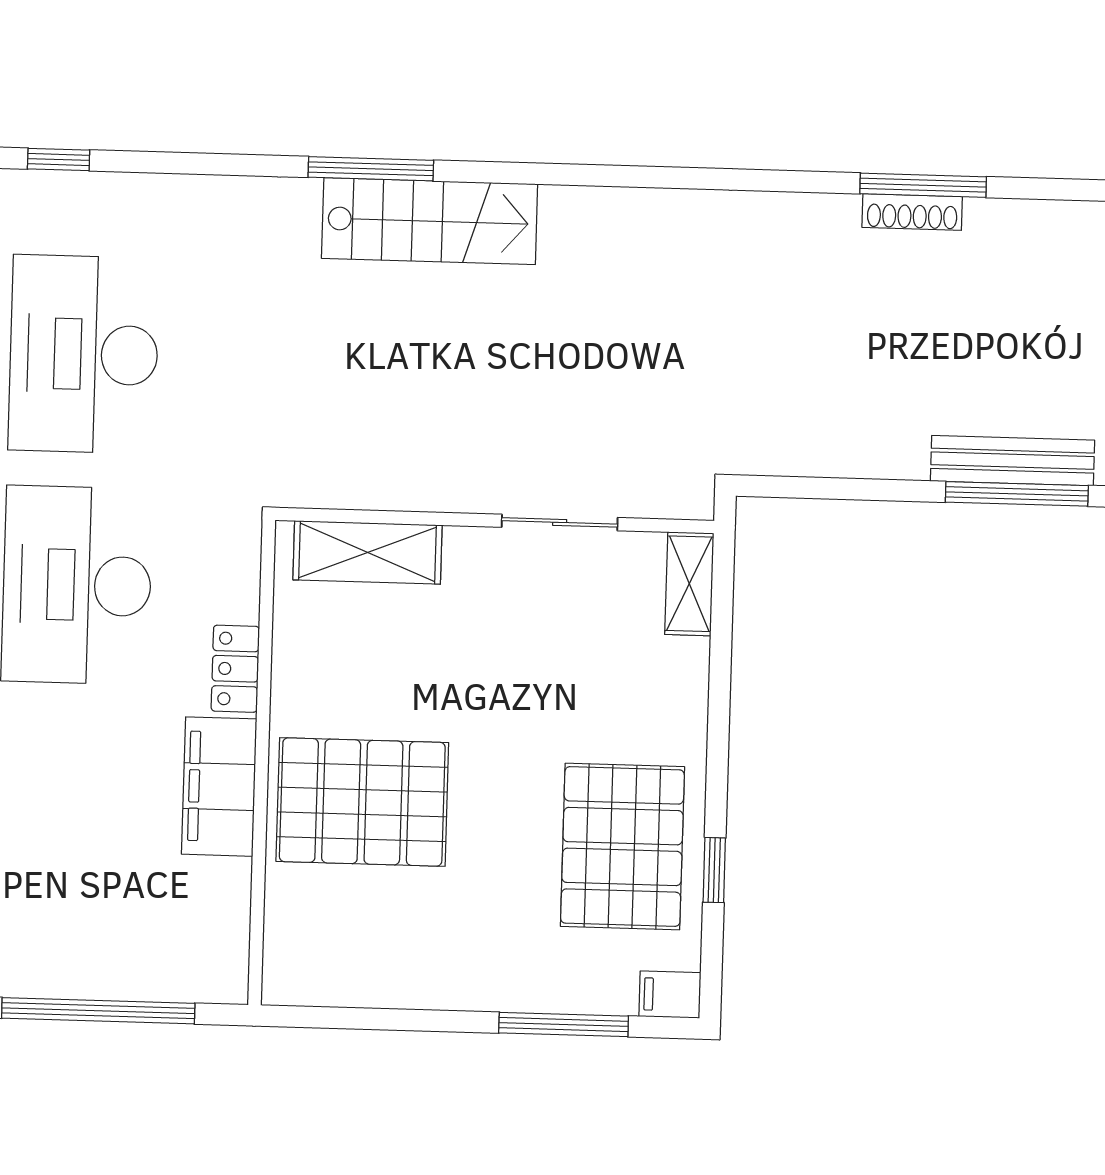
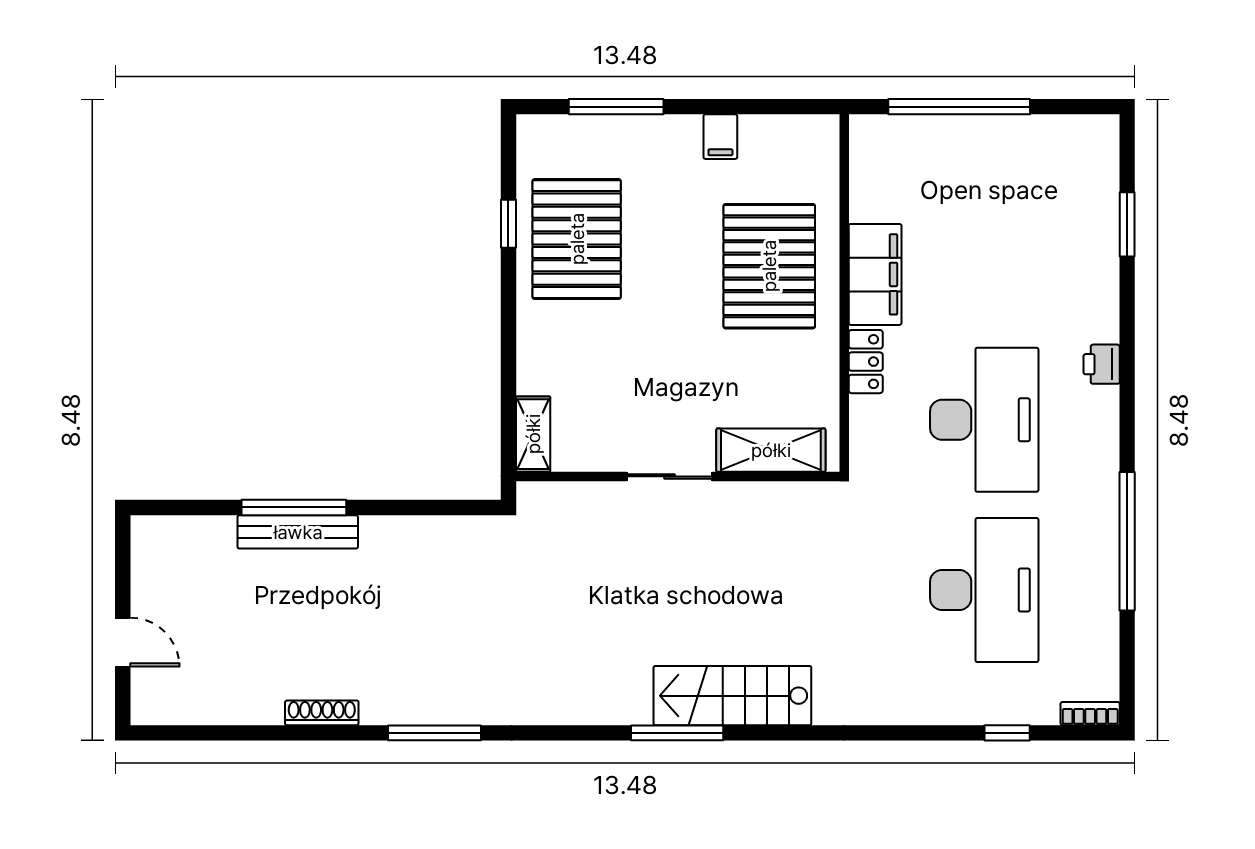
window: (371, 169) -> (677, 733), moved
window: (923, 185) -> (435, 733), moved
shoe rack: (912, 212) -> (322, 713), moved
sliding door: (560, 522) -> (670, 476), moved
pallet: (362, 802) -> (769, 266), turned 90
filing cabinet: (670, 995) -> (720, 137), moved, turned 90

